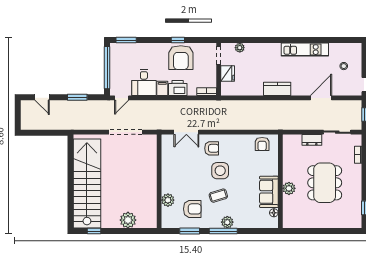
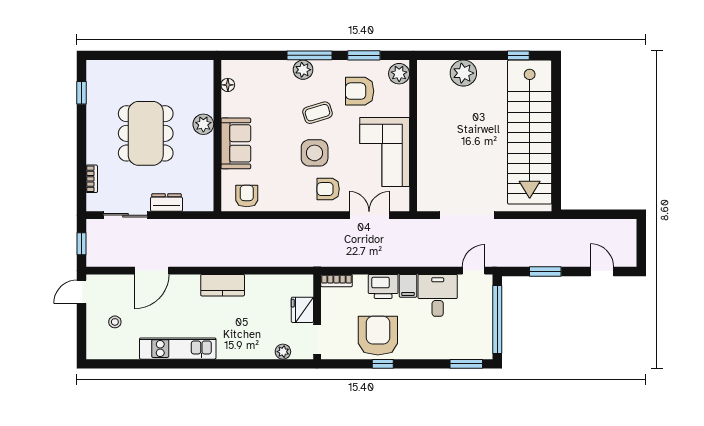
corner sofa: (177, 171) -> (385, 152), added
sofa: (269, 192) -> (236, 143), moved
plant: (168, 200) -> (399, 74), moved

